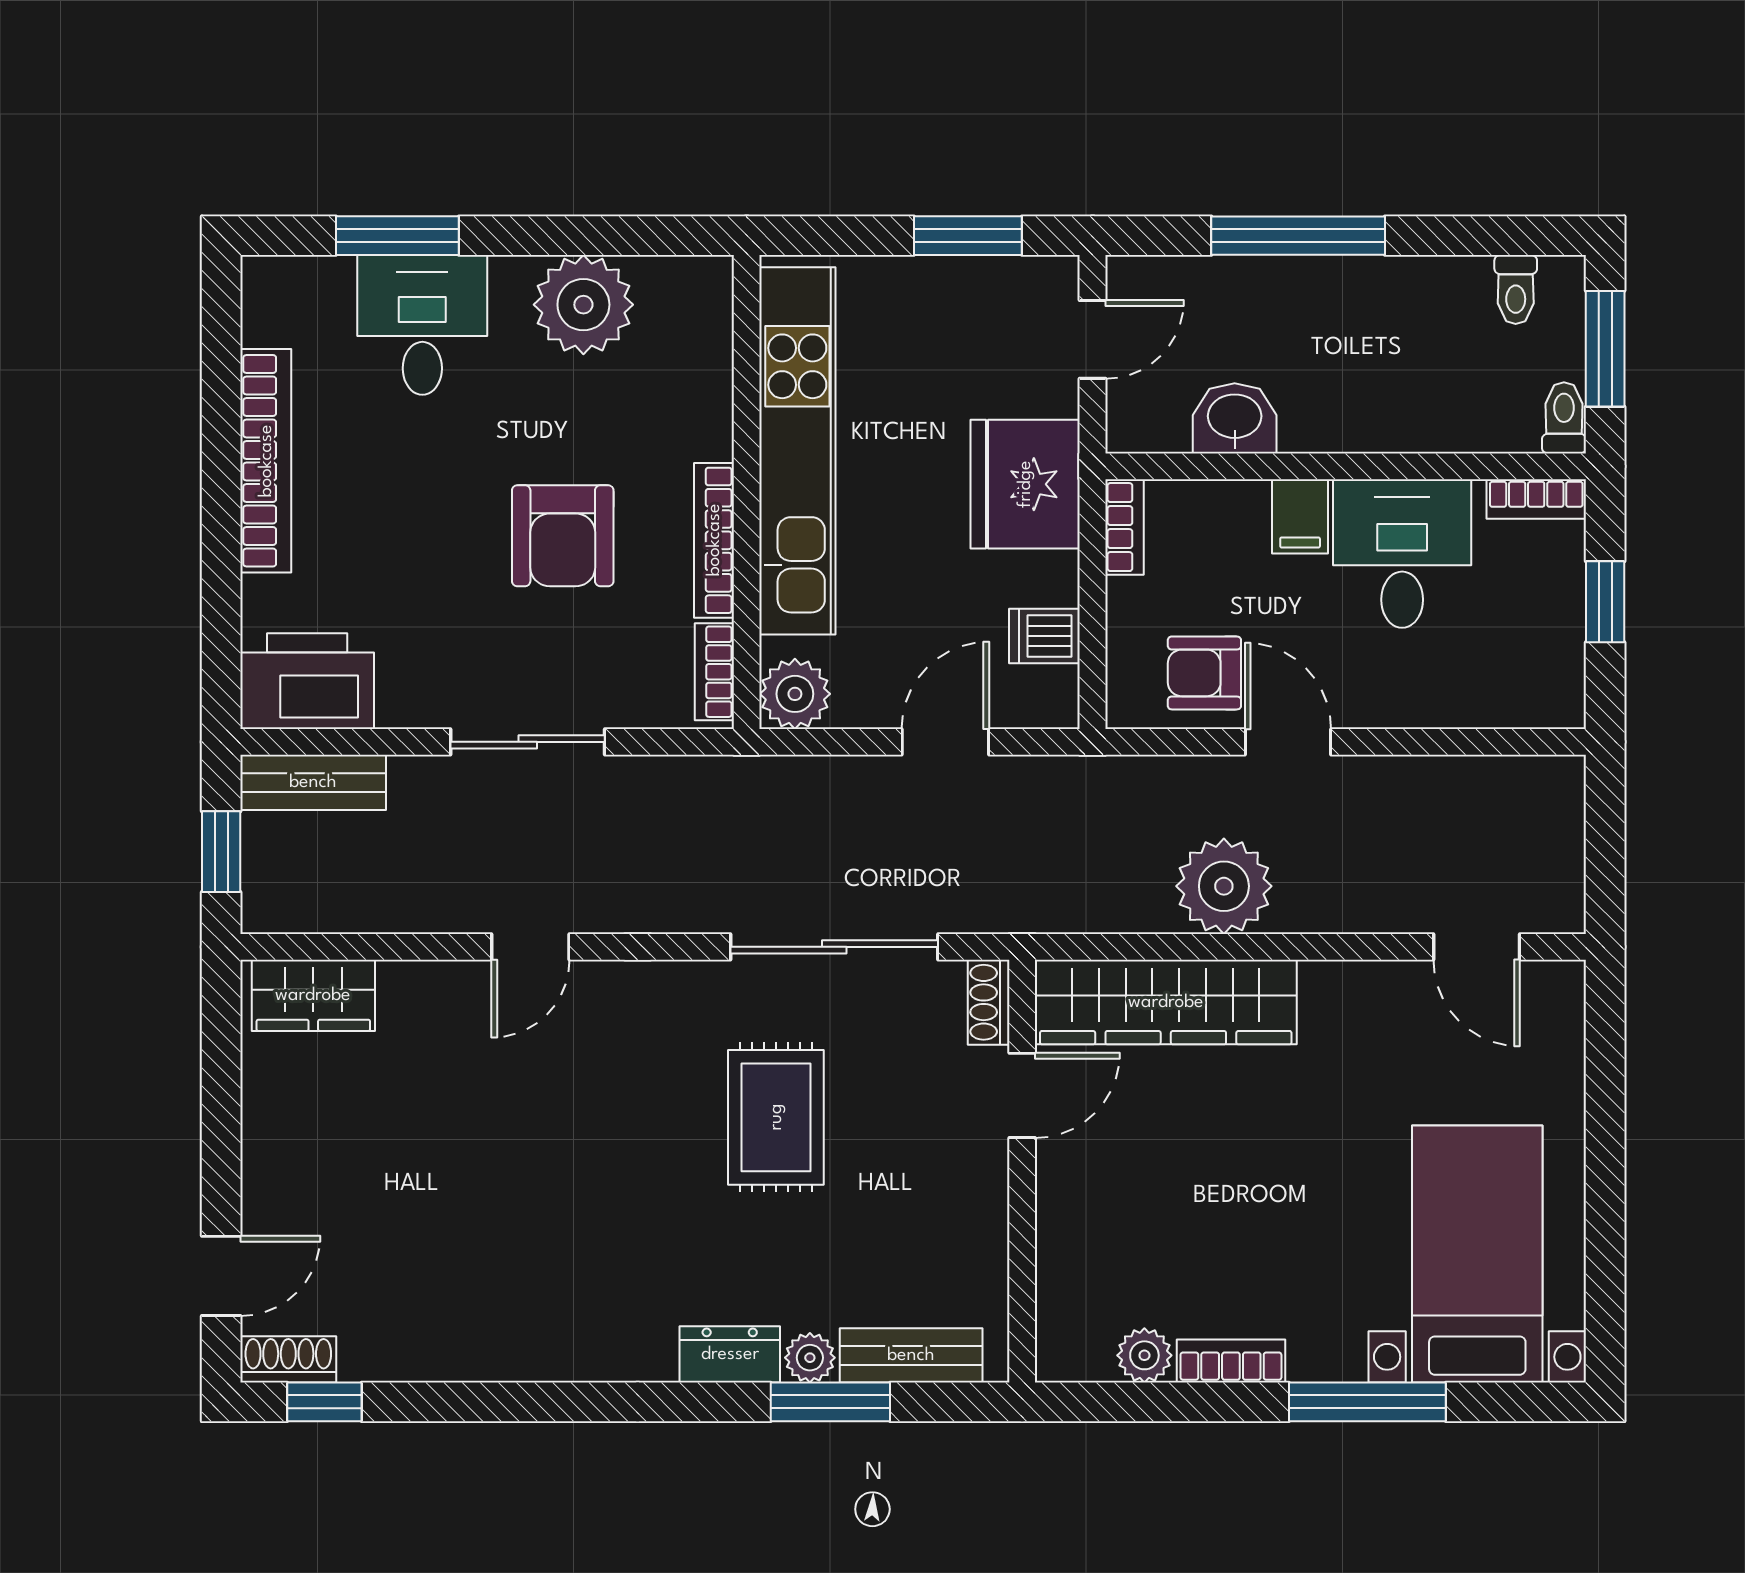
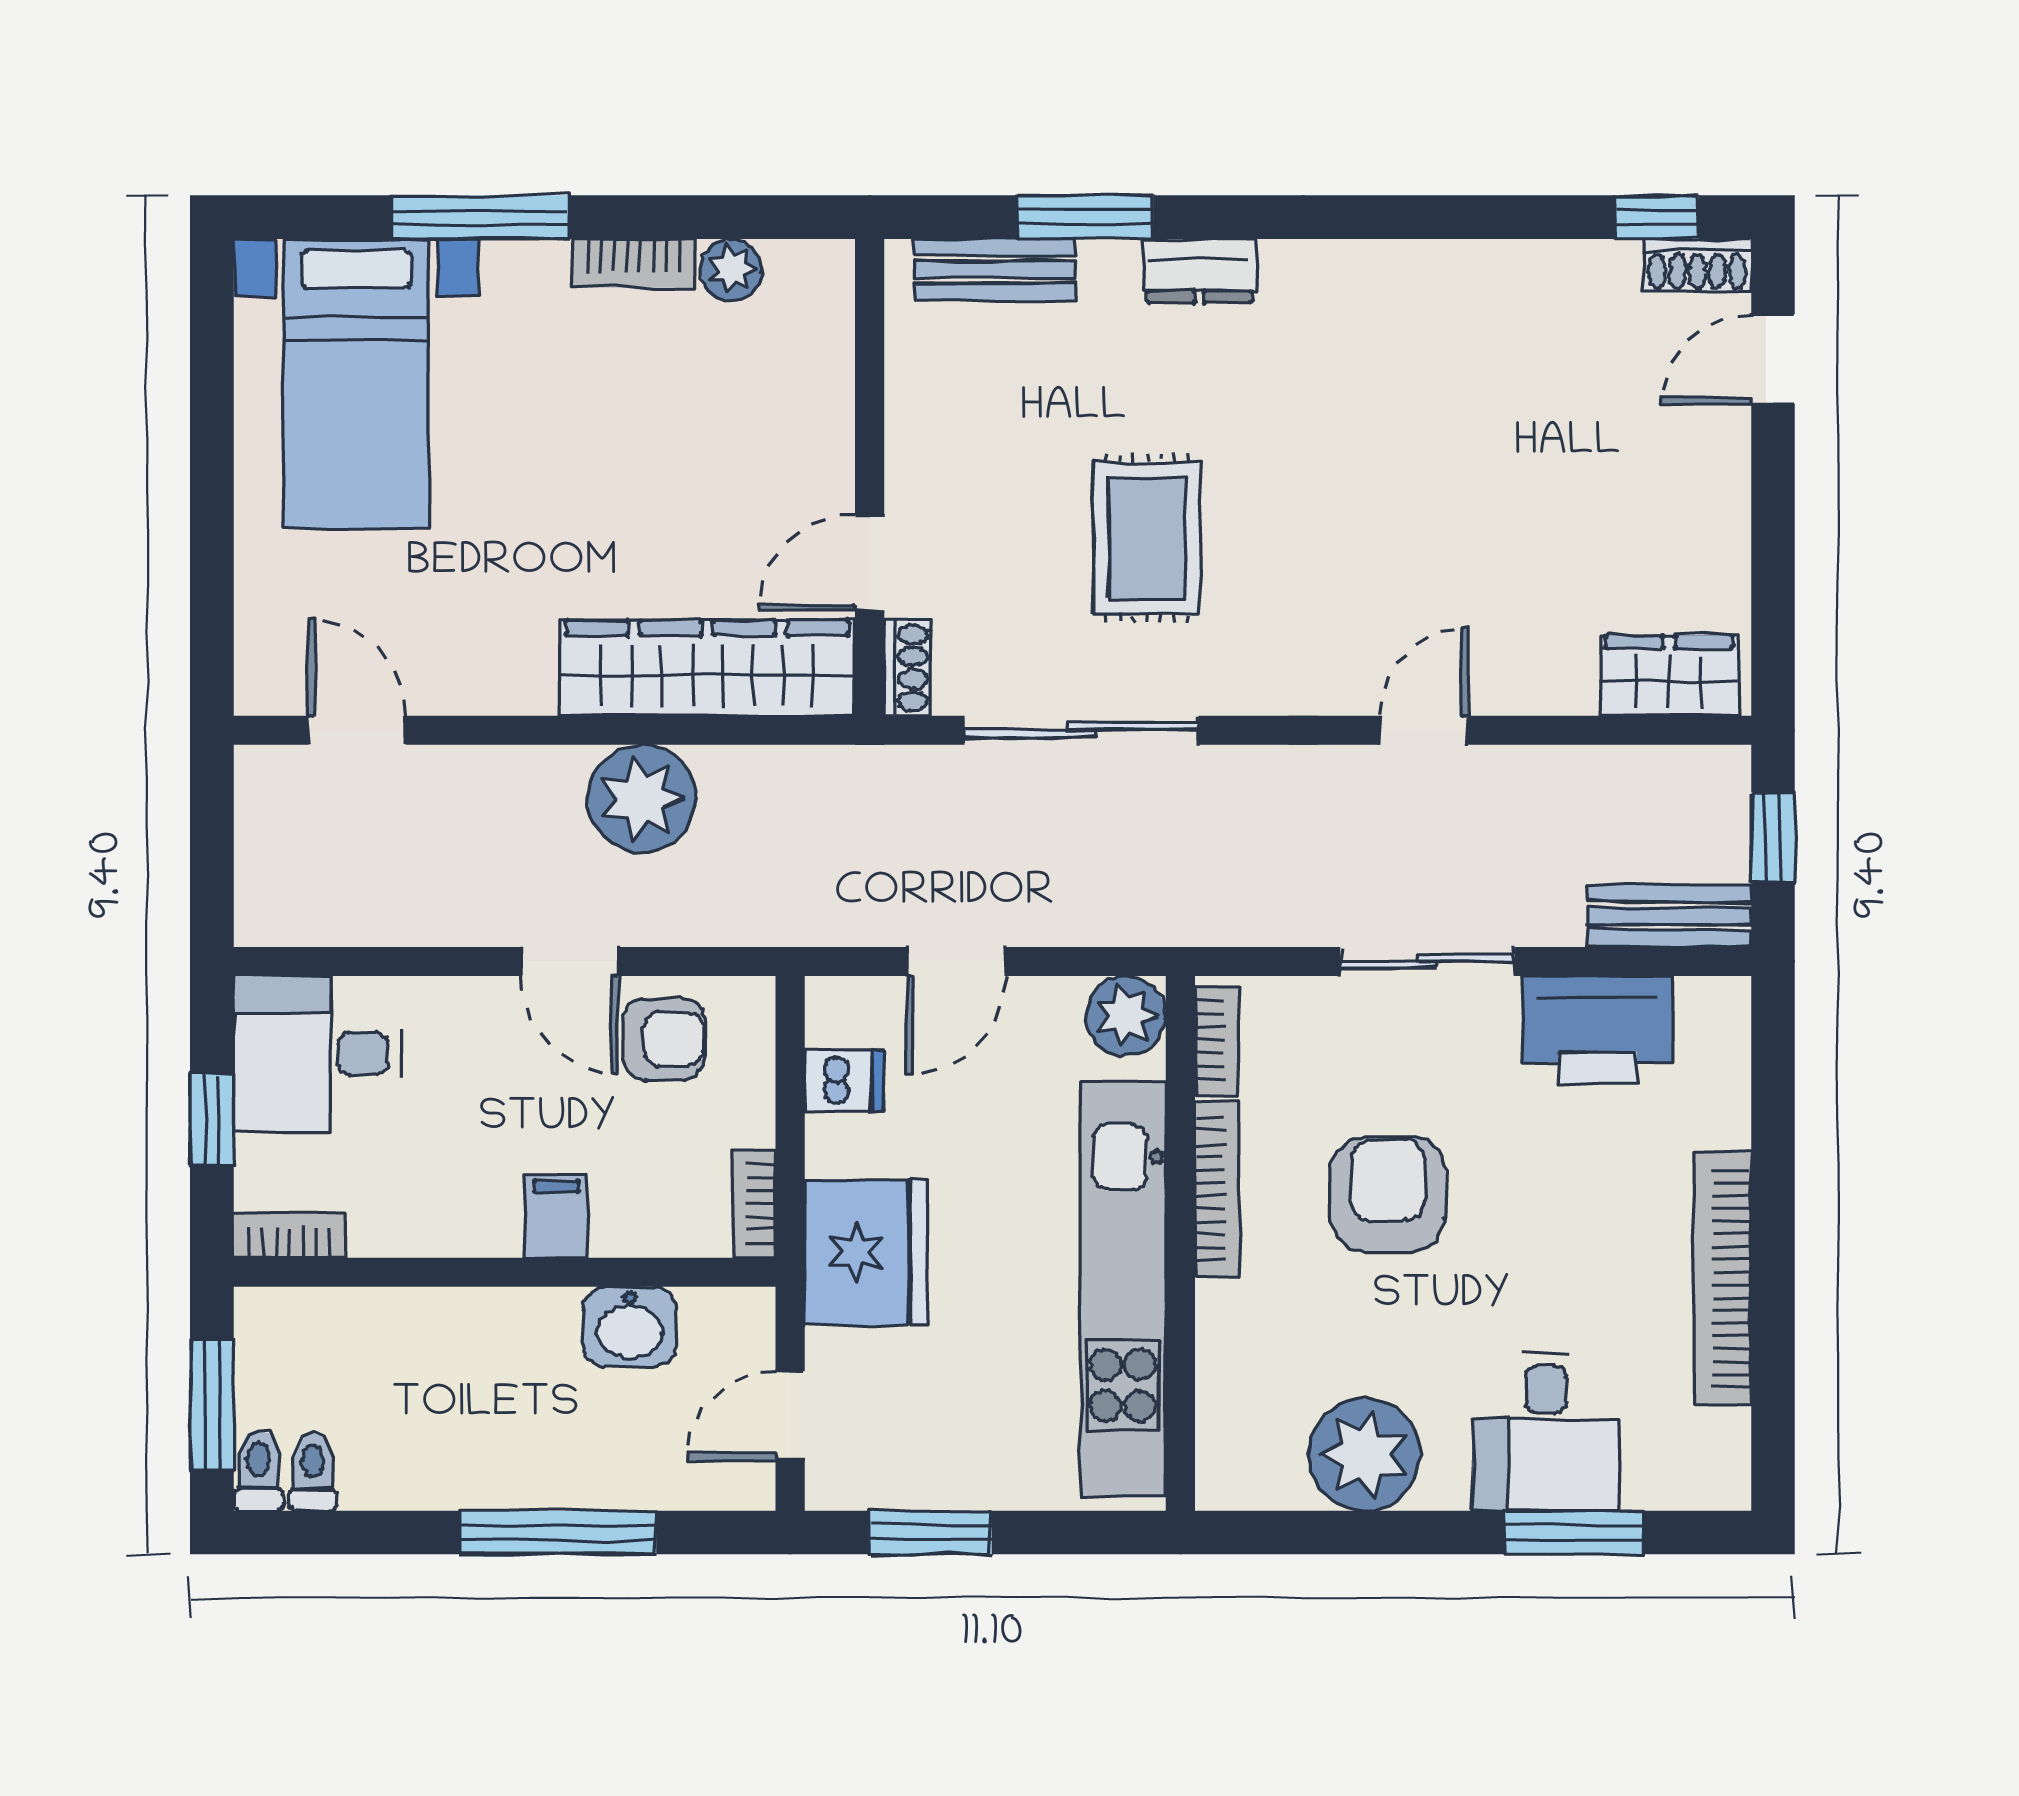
toilet: (1564, 418) -> (258, 1470), moved, turned 180
desk: (1402, 554) -> (317, 1054), moved, turned 90
printer: (307, 681) -> (1598, 1030), moved
plant: (810, 1358) -> (1109, 267), removed

